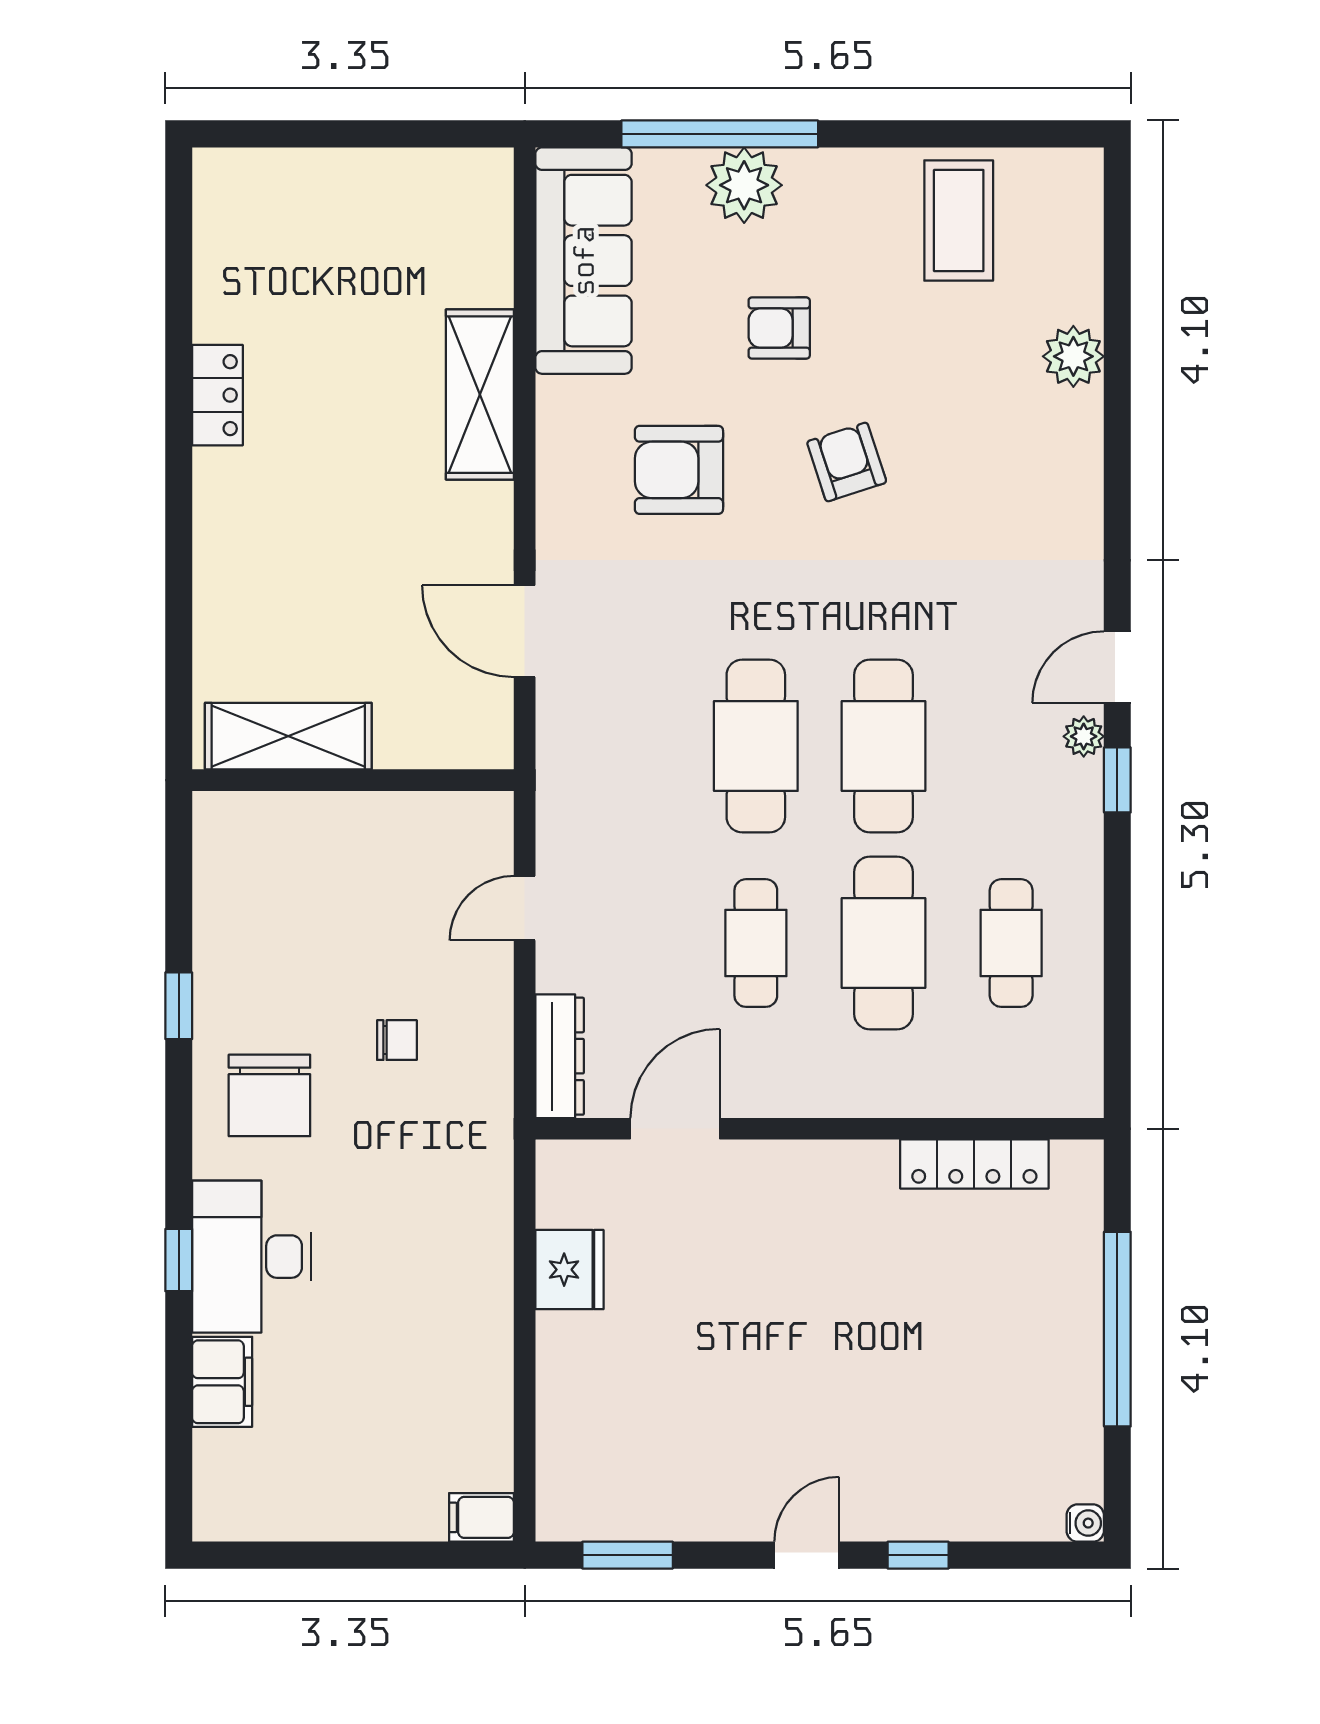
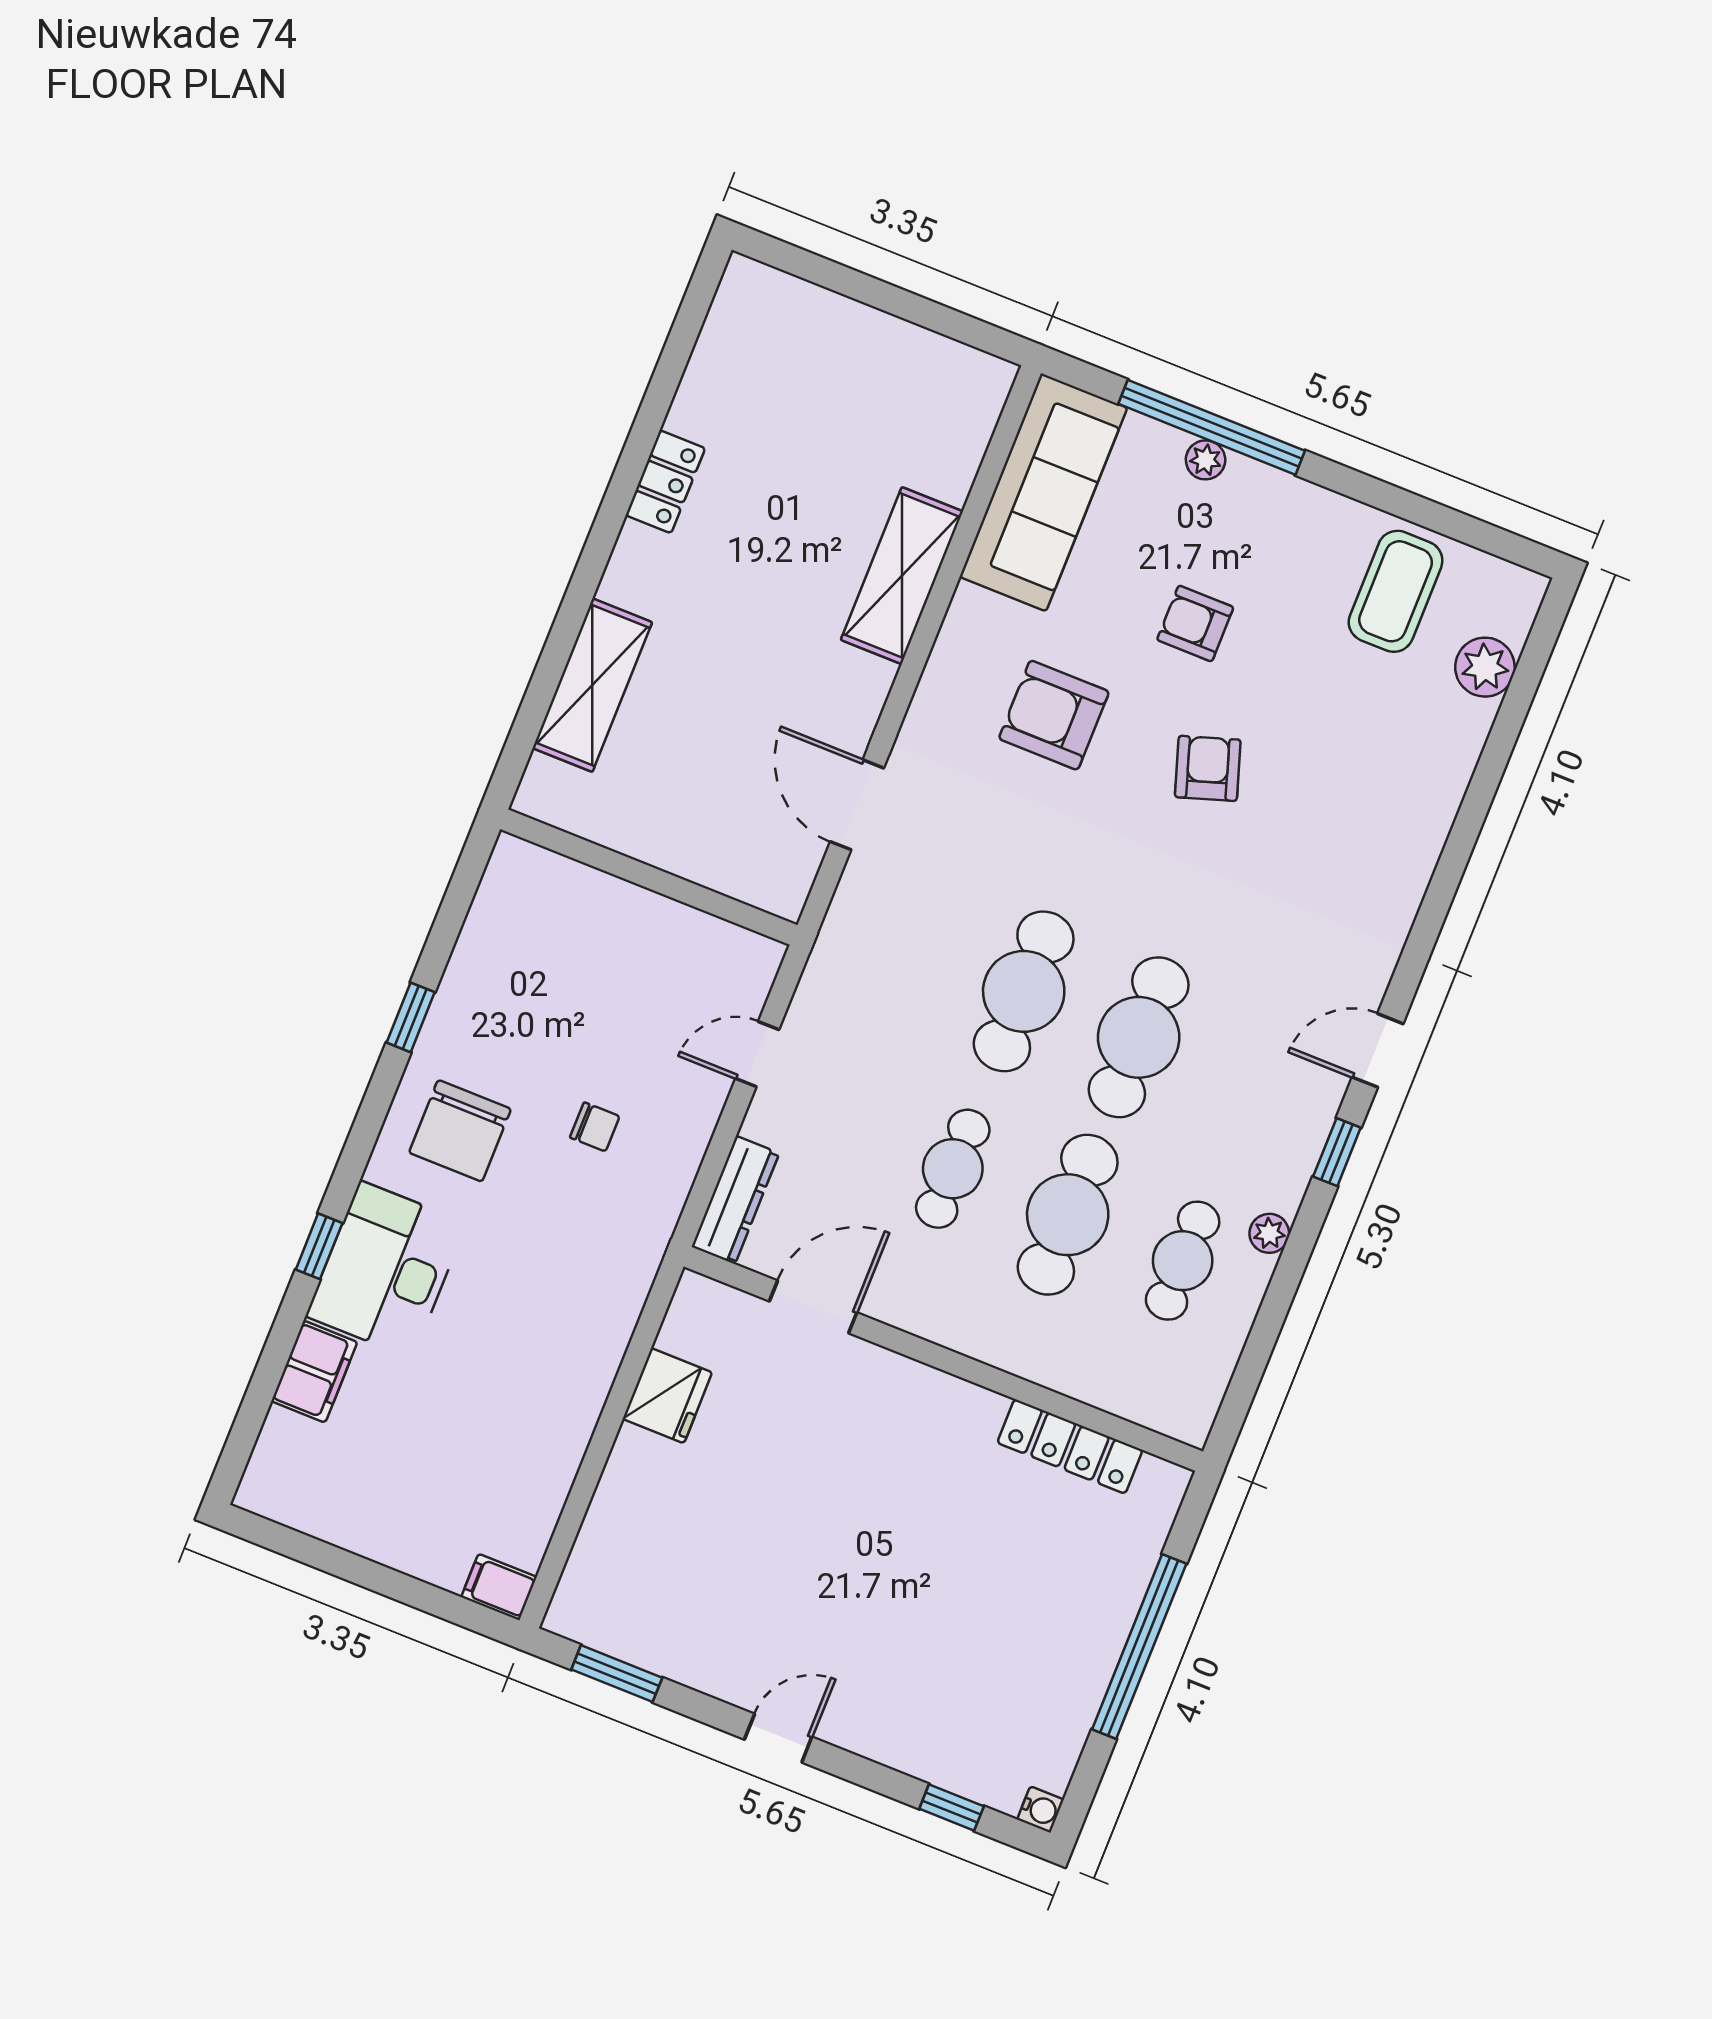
plant: (744, 185) -> (1206, 460), width x0.53, depth x0.53
plant: (1073, 356) -> (1485, 667), moved
shelving: (288, 736) -> (592, 685), moved, turned 90
plant: (1084, 736) -> (1269, 1233), moved
window: (918, 1555) -> (952, 1807), moved

